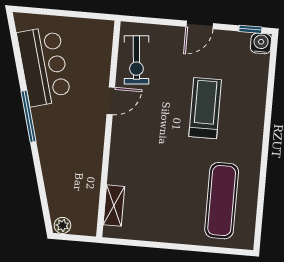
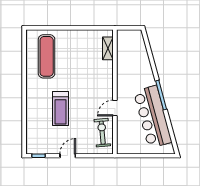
water cooler: (261, 43) -> (32, 148), removed
bar counter: (44, 66) -> (153, 117), width x1.36
plant: (62, 225) -> (136, 34), removed

